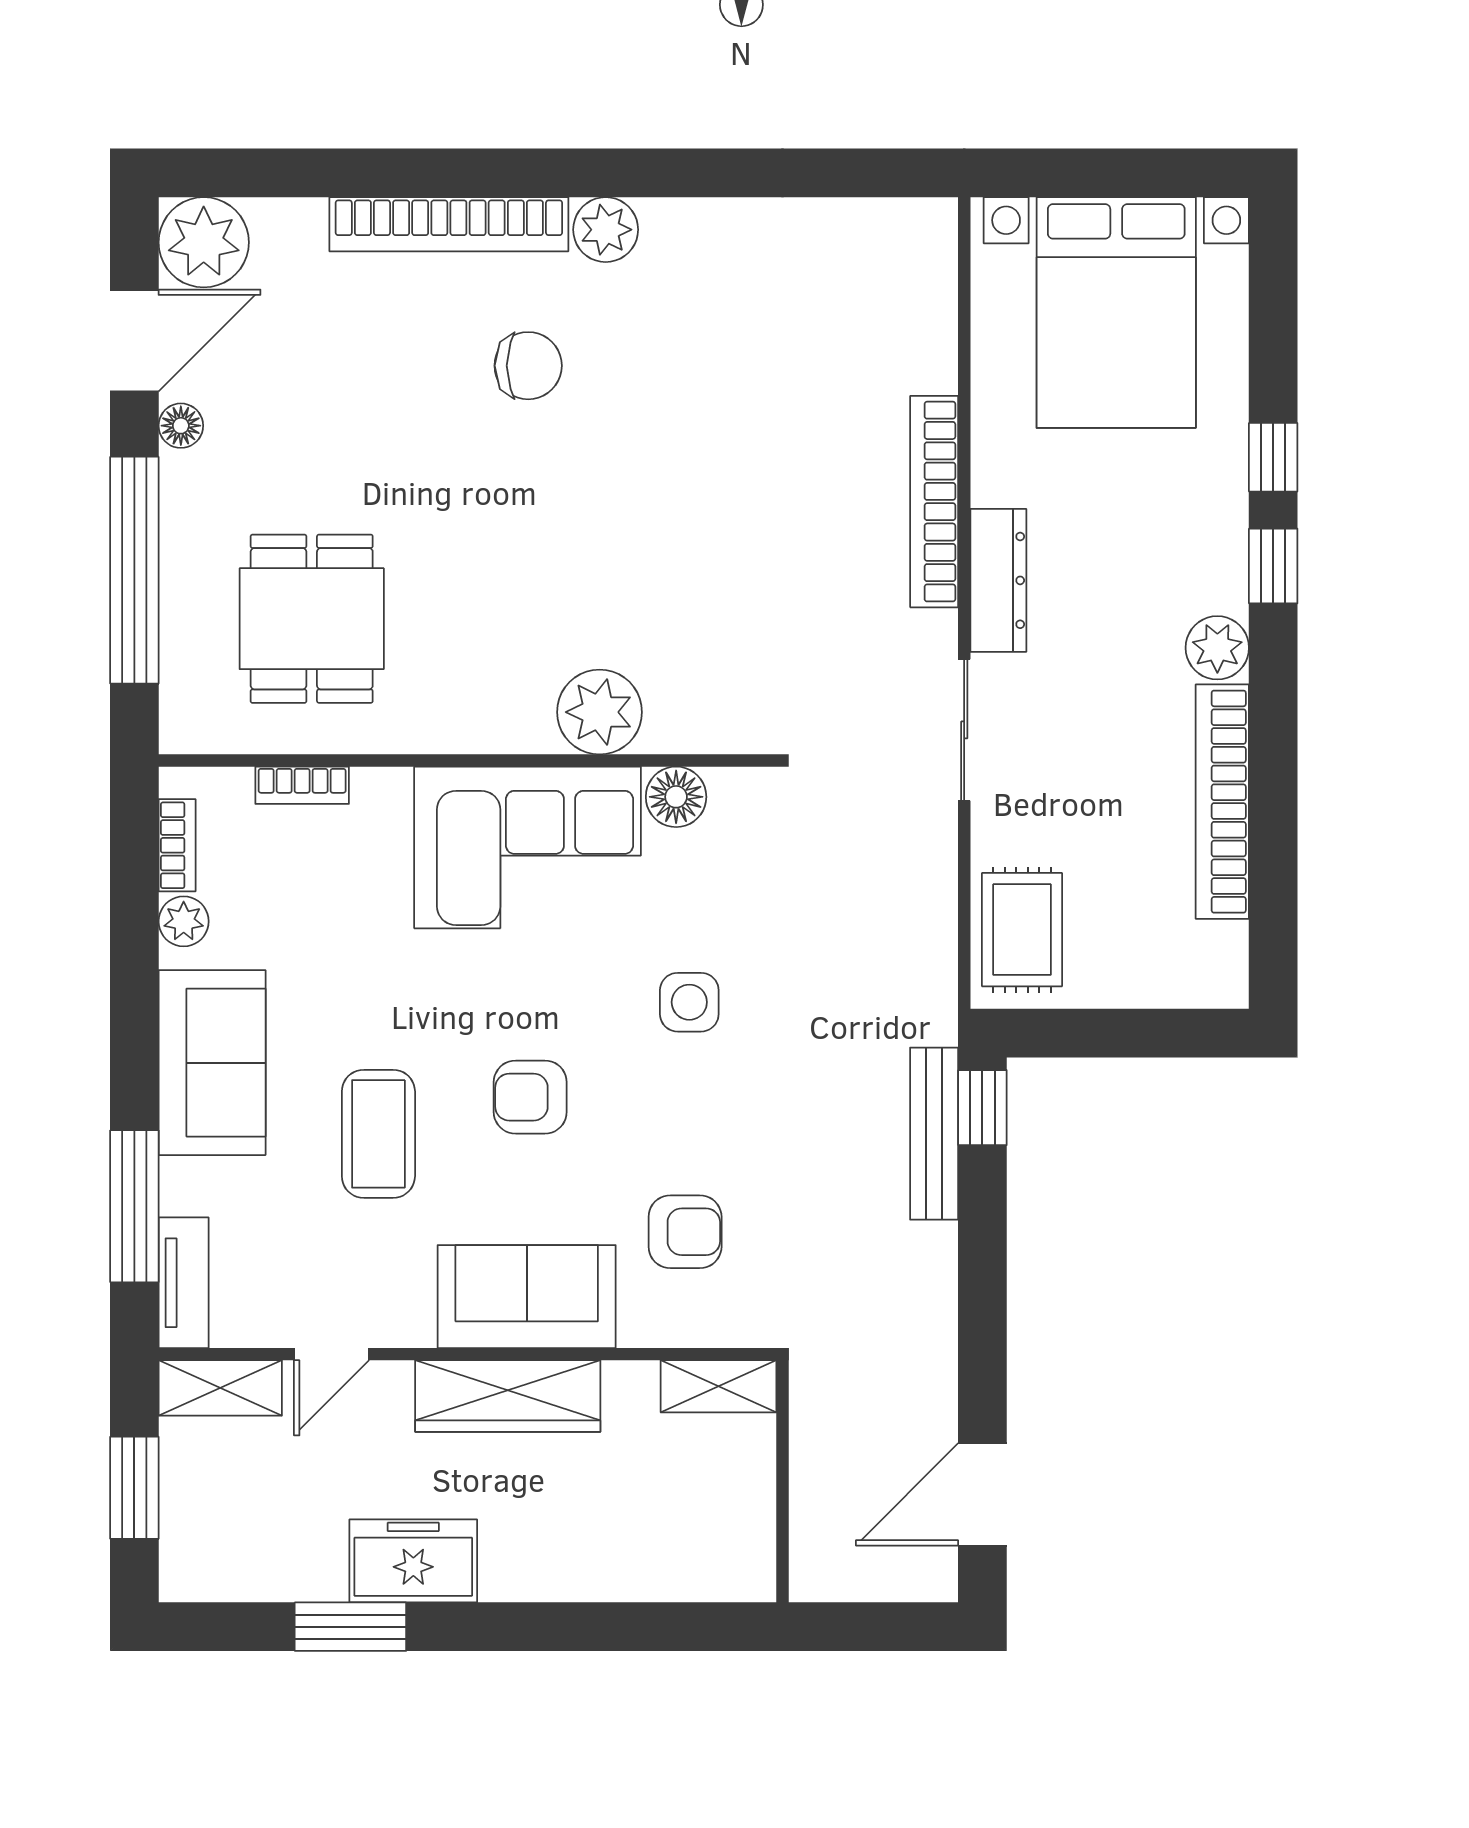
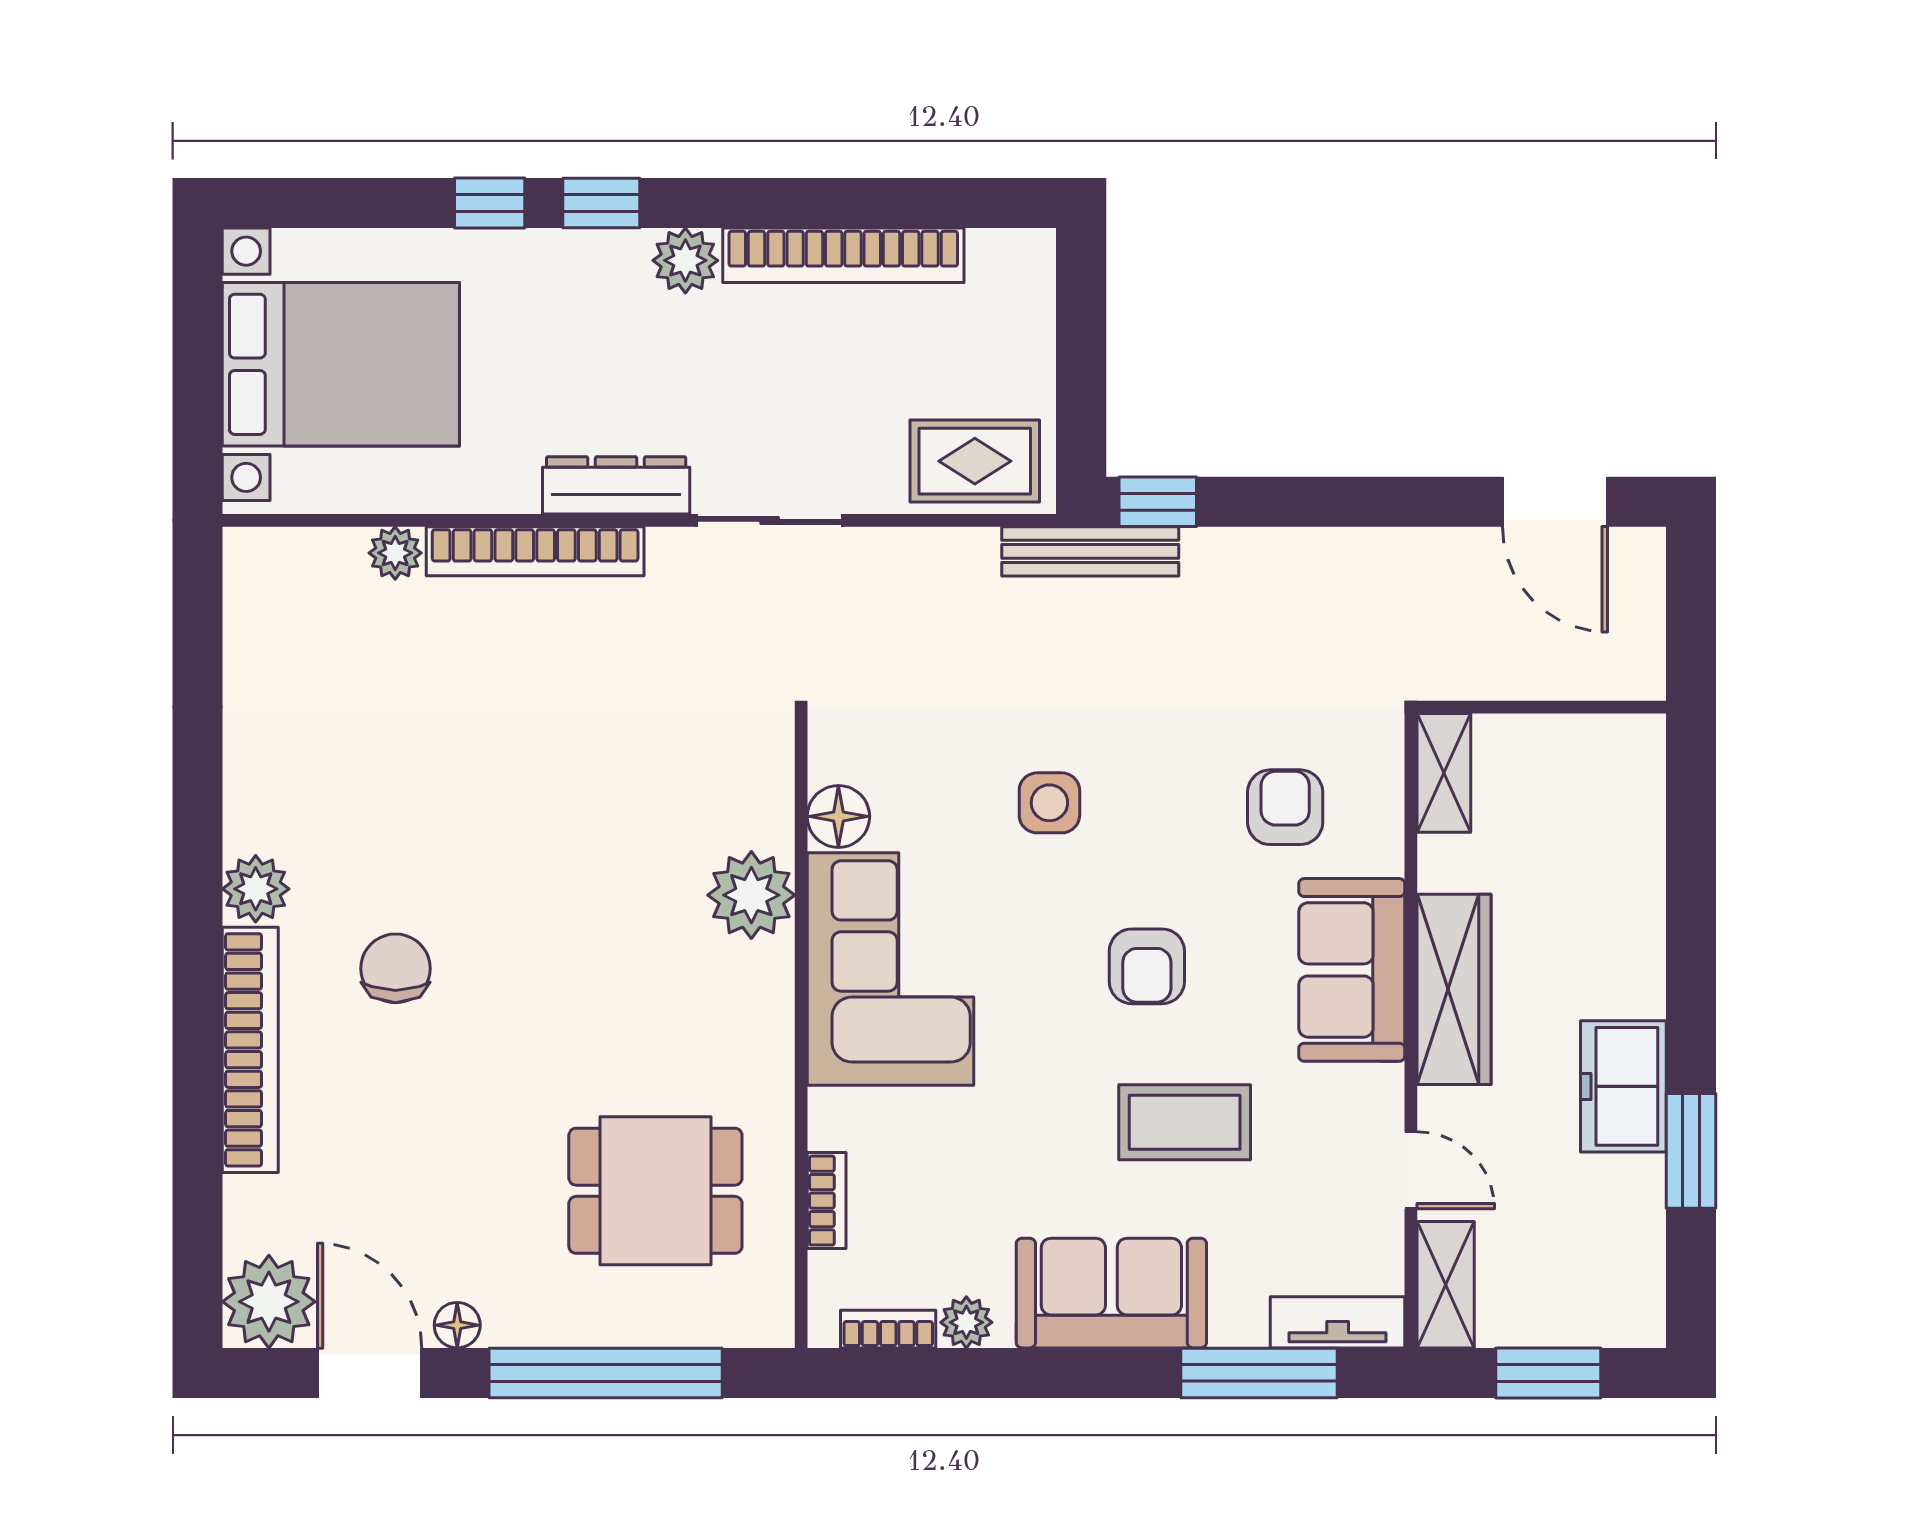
plant: (933, 365) -> (395, 553), added
bench: (934, 1134) -> (1090, 551), moved

